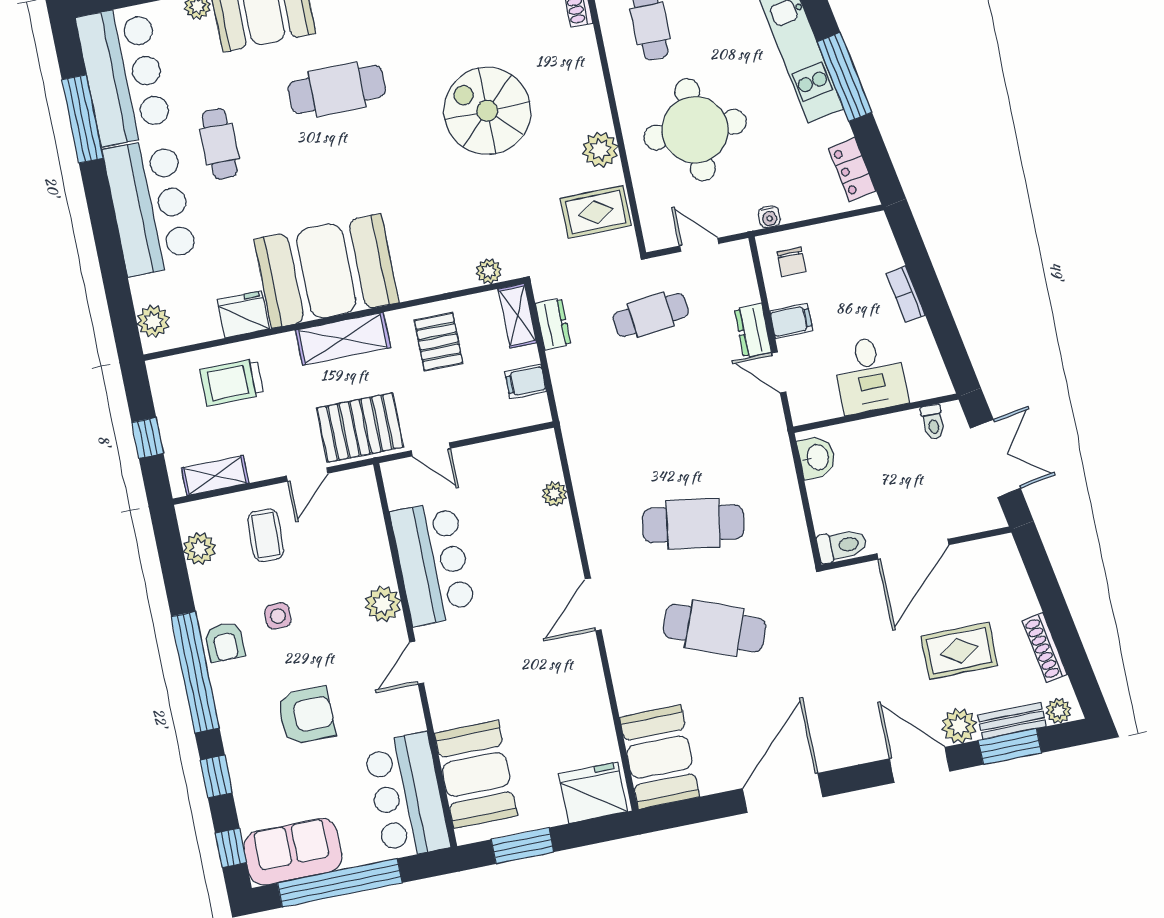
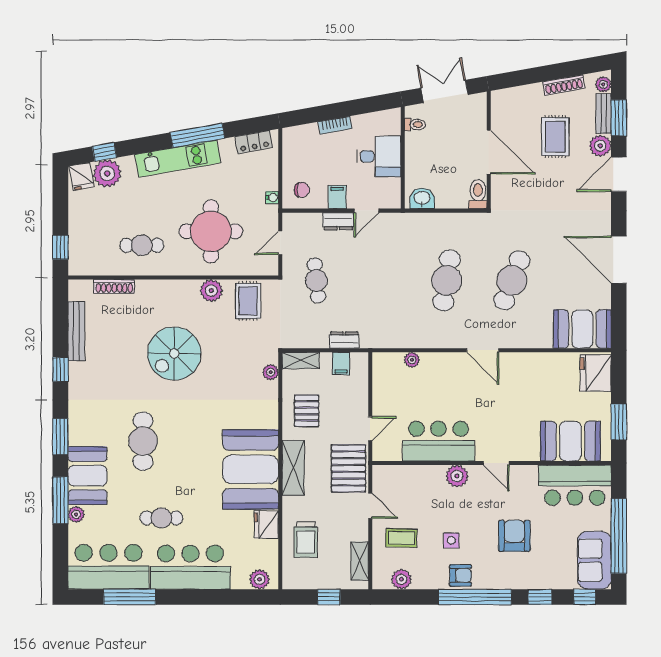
dresser: (553, 324) -> (344, 340), moved
pallet: (438, 342) -> (307, 411), turned 90

